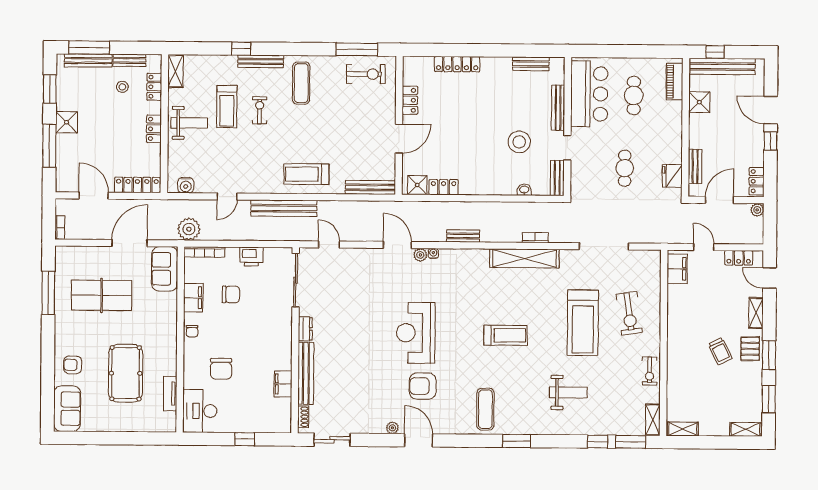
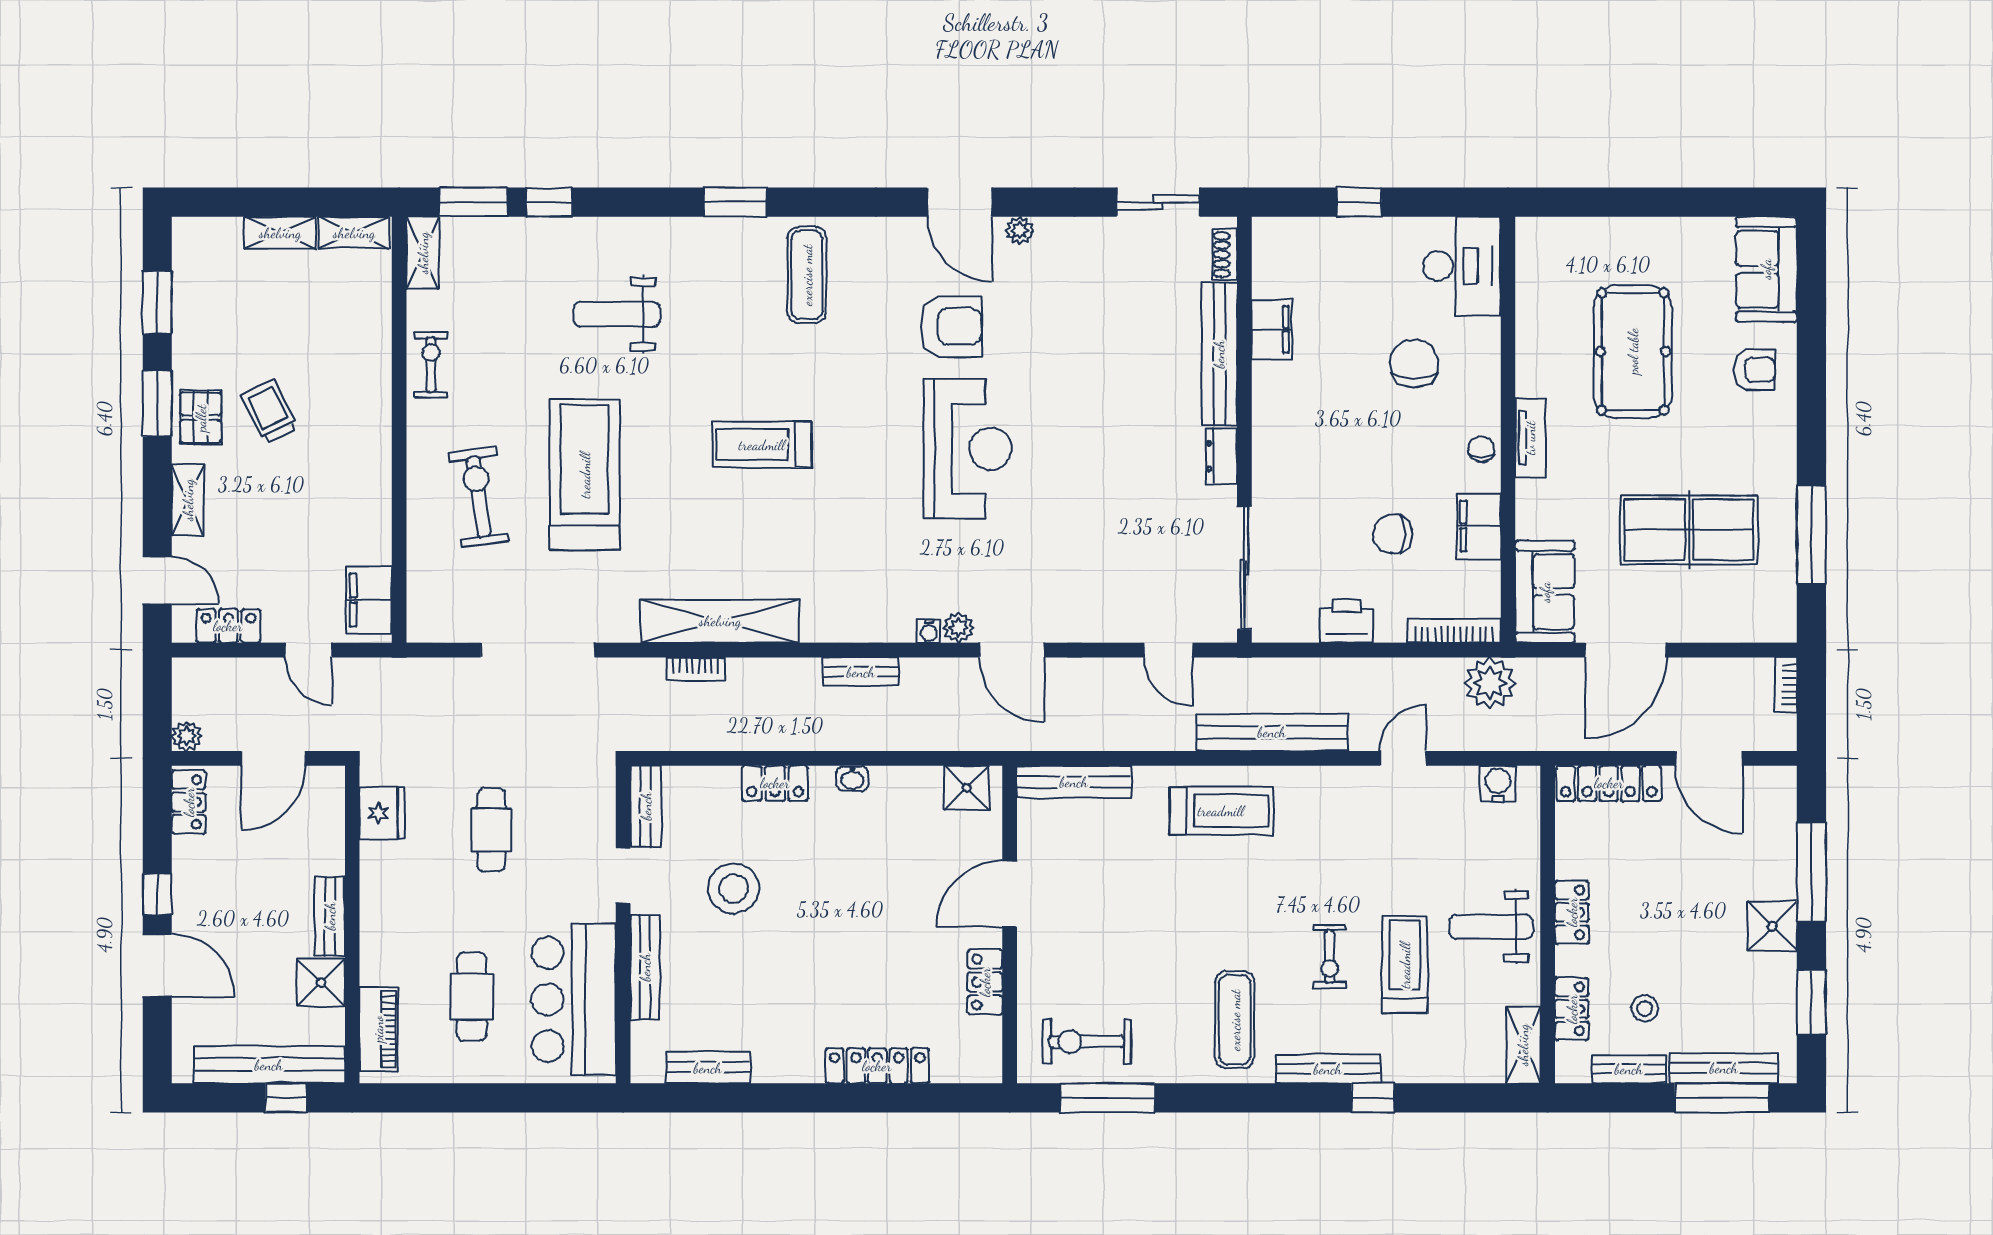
bench: (695, 166) -> (330, 916), moved
locker: (444, 187) -> (775, 783), moved
washbasin: (524, 190) -> (852, 779), moved
tv unit: (170, 394) -> (1530, 438), moved
shelving: (745, 429) -> (280, 233), moved

